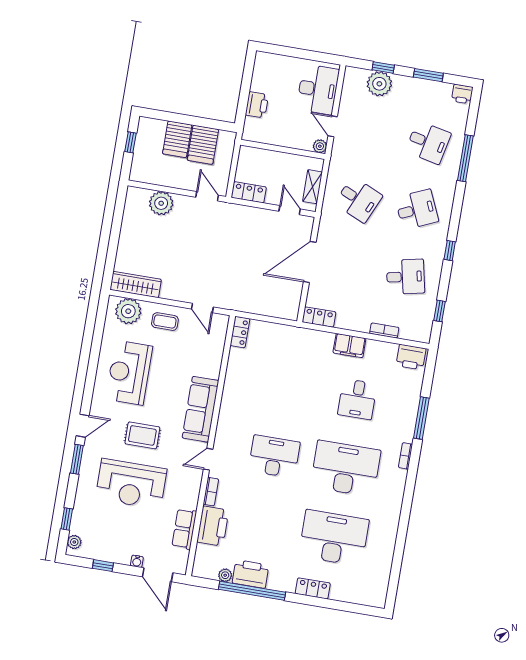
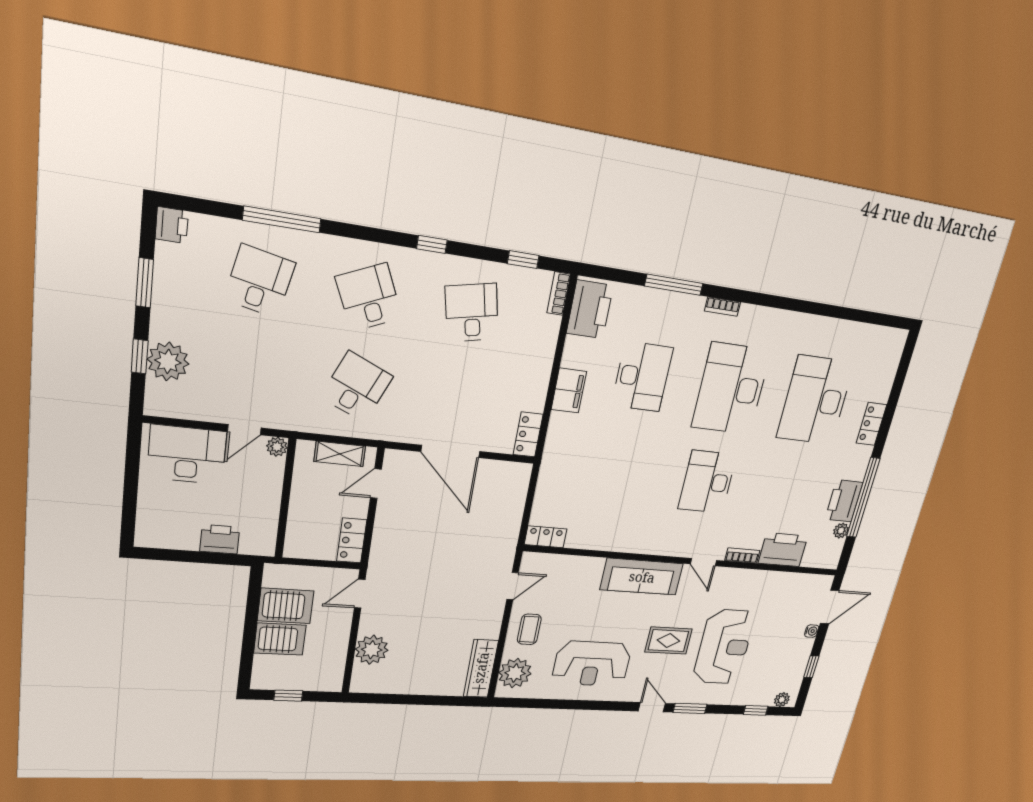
bookcase: (384, 330) -> (559, 294), moved
printer: (411, 357) -> (590, 309), width x1.37, depth x1.19
desk: (357, 399) -> (642, 377), width x1.37
rug: (142, 435) -> (668, 641), turned 90
row of seats: (184, 529) -> (782, 582), removed

